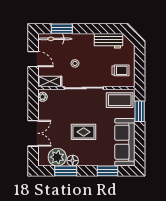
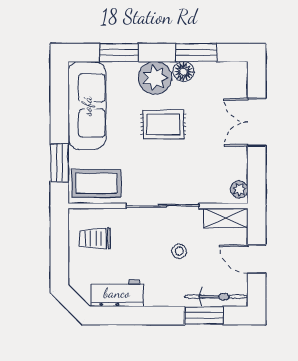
plant: (57, 157) -> (155, 78), moved

